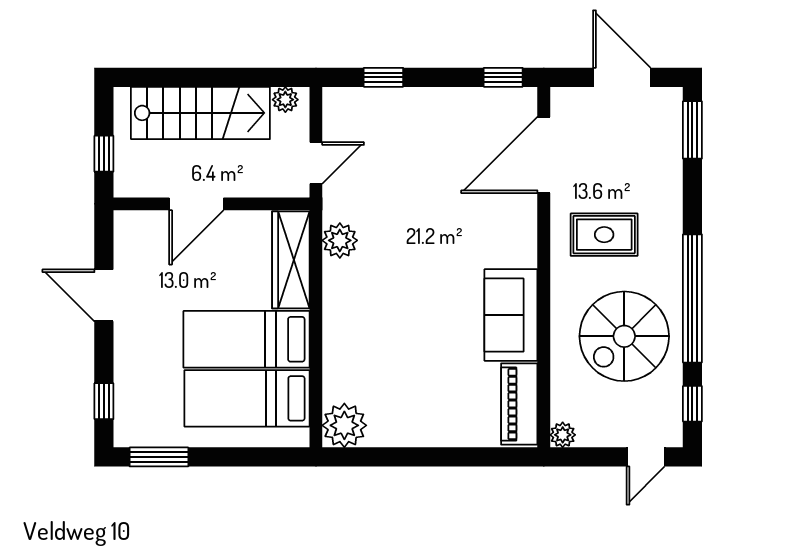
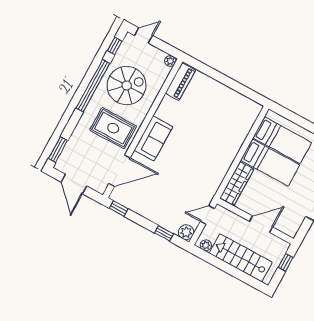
rug: (604, 235) -> (113, 128), width x1.36, depth x1.43
plant: (340, 240) -> (186, 232), moved
sofa: (511, 315) -> (153, 138), moved
plant: (344, 425) -> (251, 110), removed

